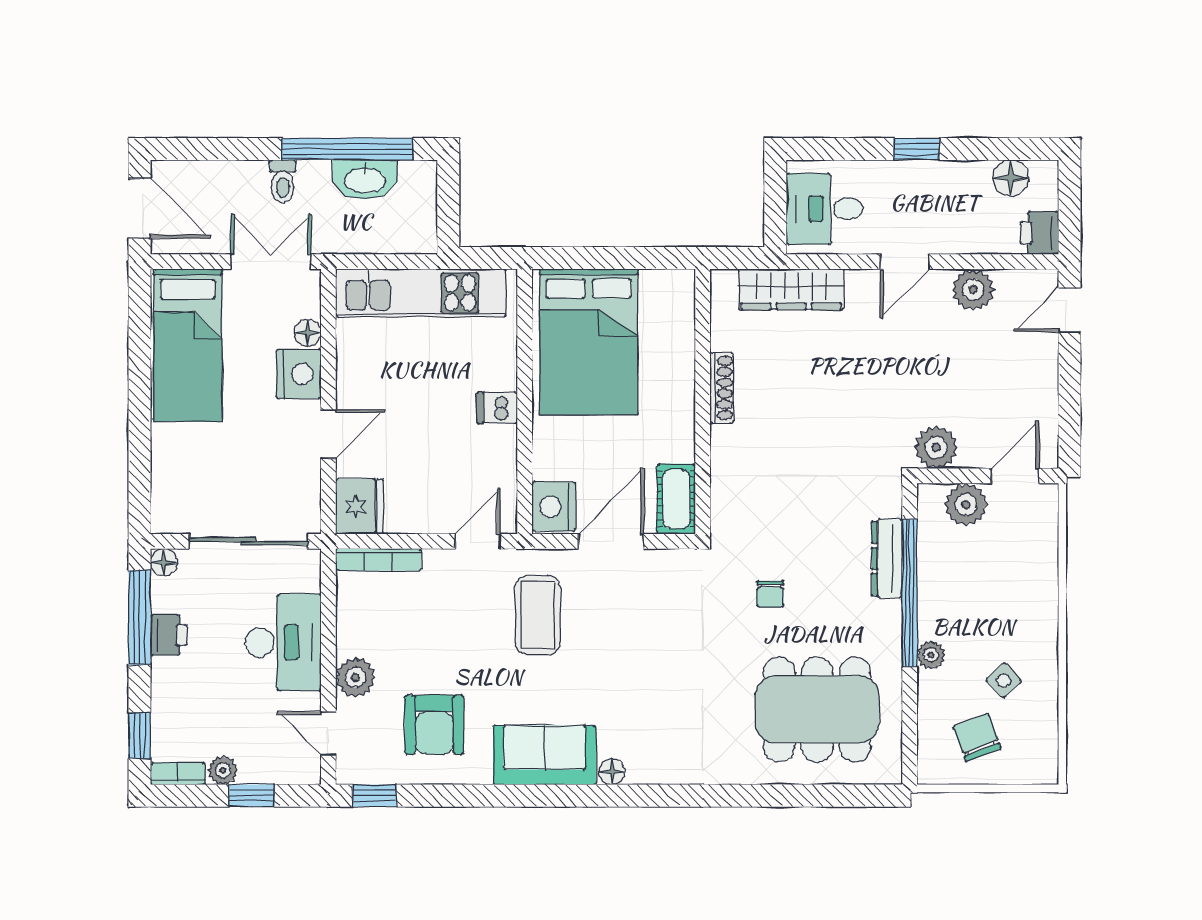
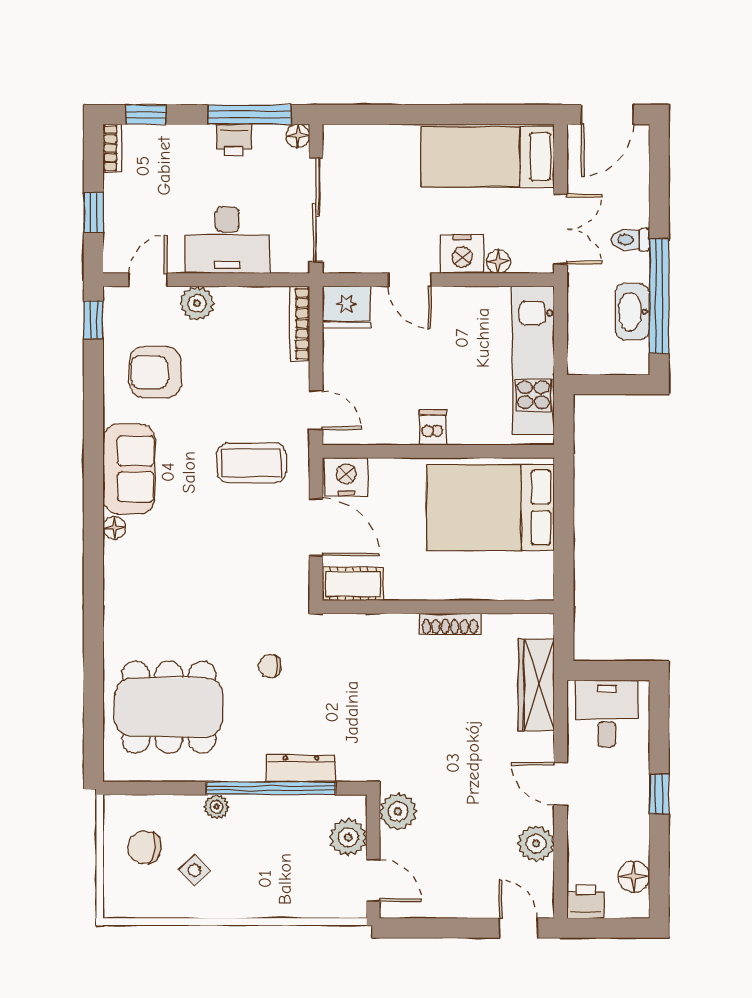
dining table: (817, 709) -> (169, 707), turned 90
chair: (977, 738) -> (144, 847), turned -150
plant: (223, 770) -> (116, 187), removed

